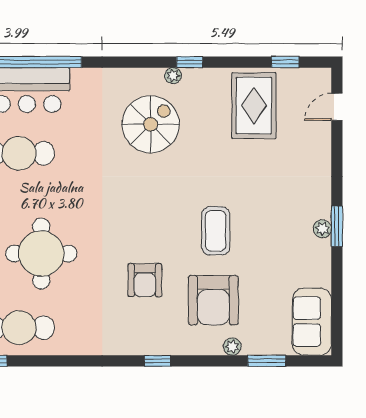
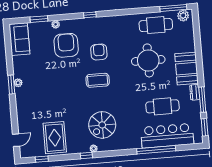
coffee table: (216, 231) -> (98, 80), moved, turned 90

